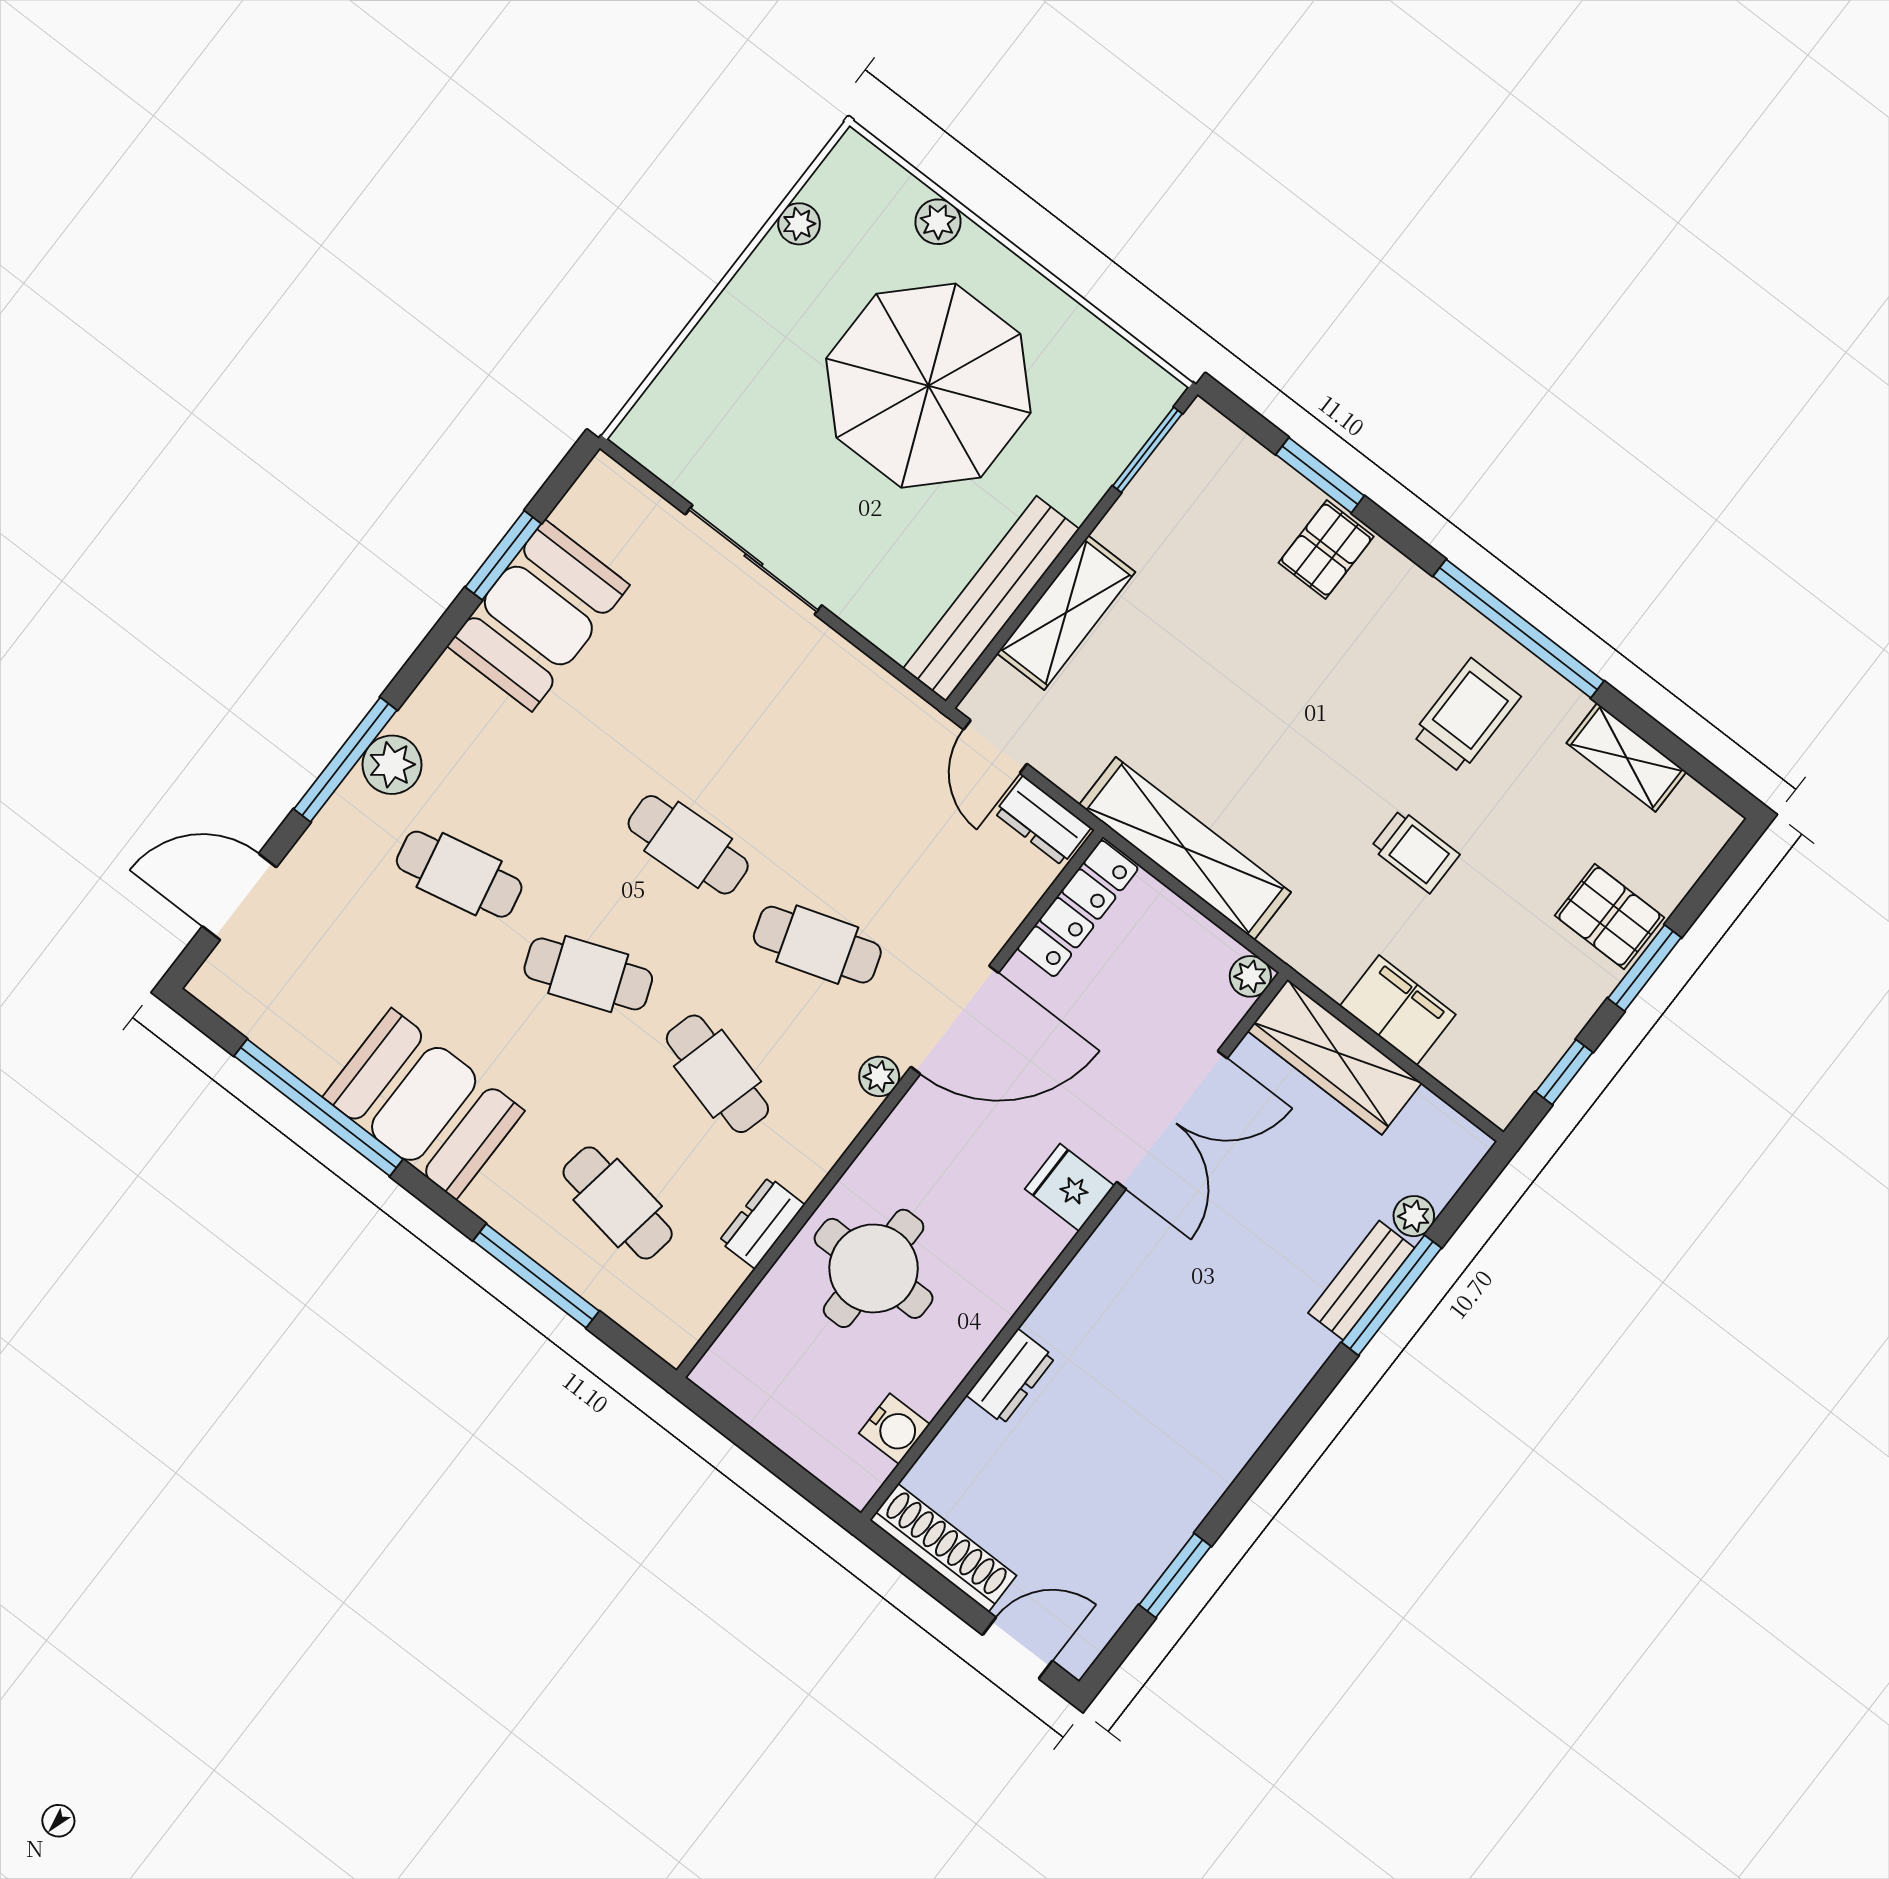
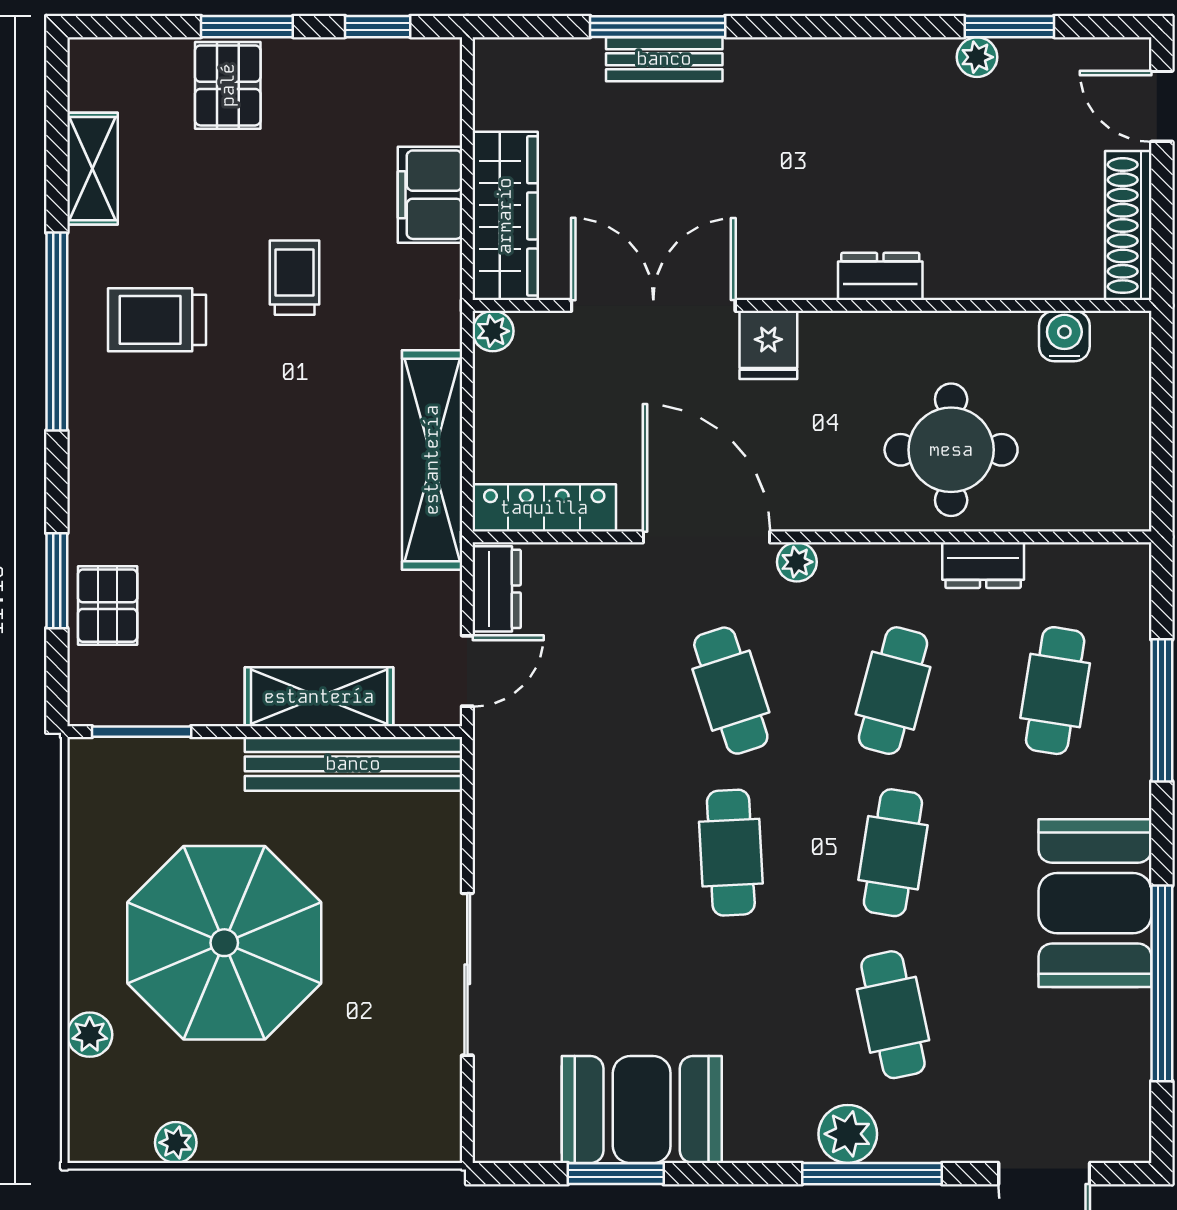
pallet: (1326, 550) -> (108, 606), moved, turned 90
cafe table: (588, 974) -> (893, 853), turned 30
plant: (1414, 1216) -> (977, 57), moved
dresser: (1011, 1376) -> (880, 276), moved

